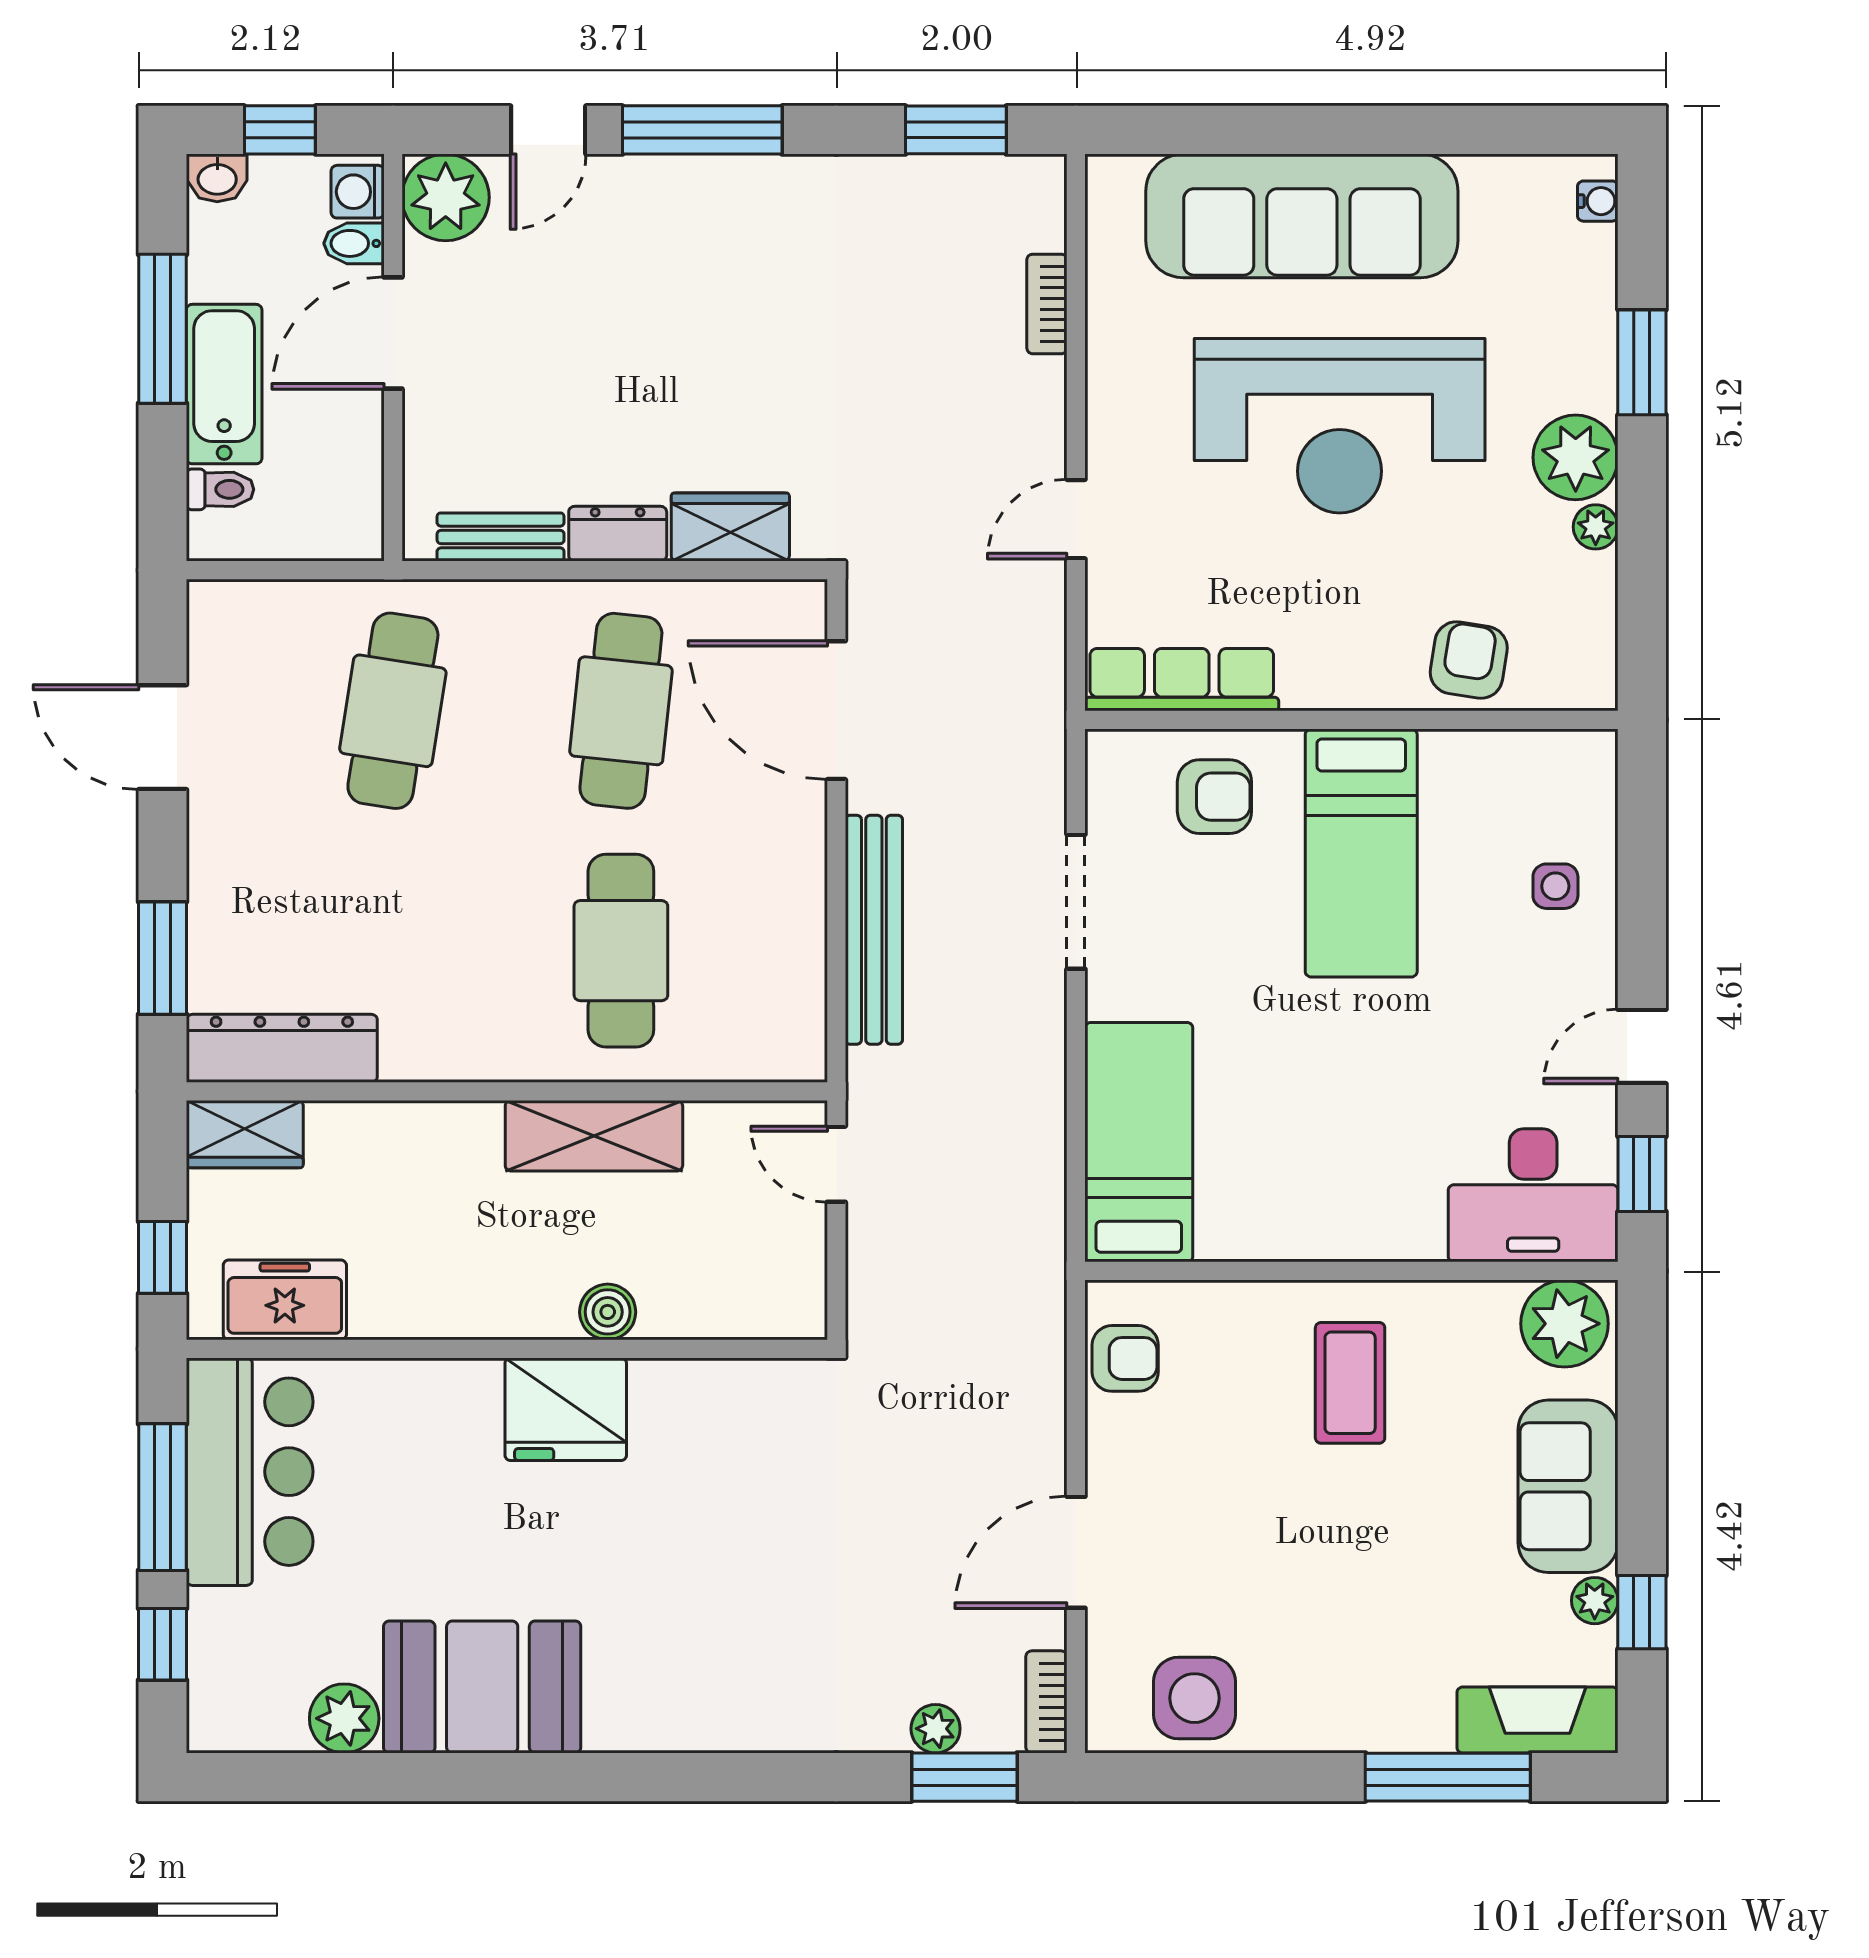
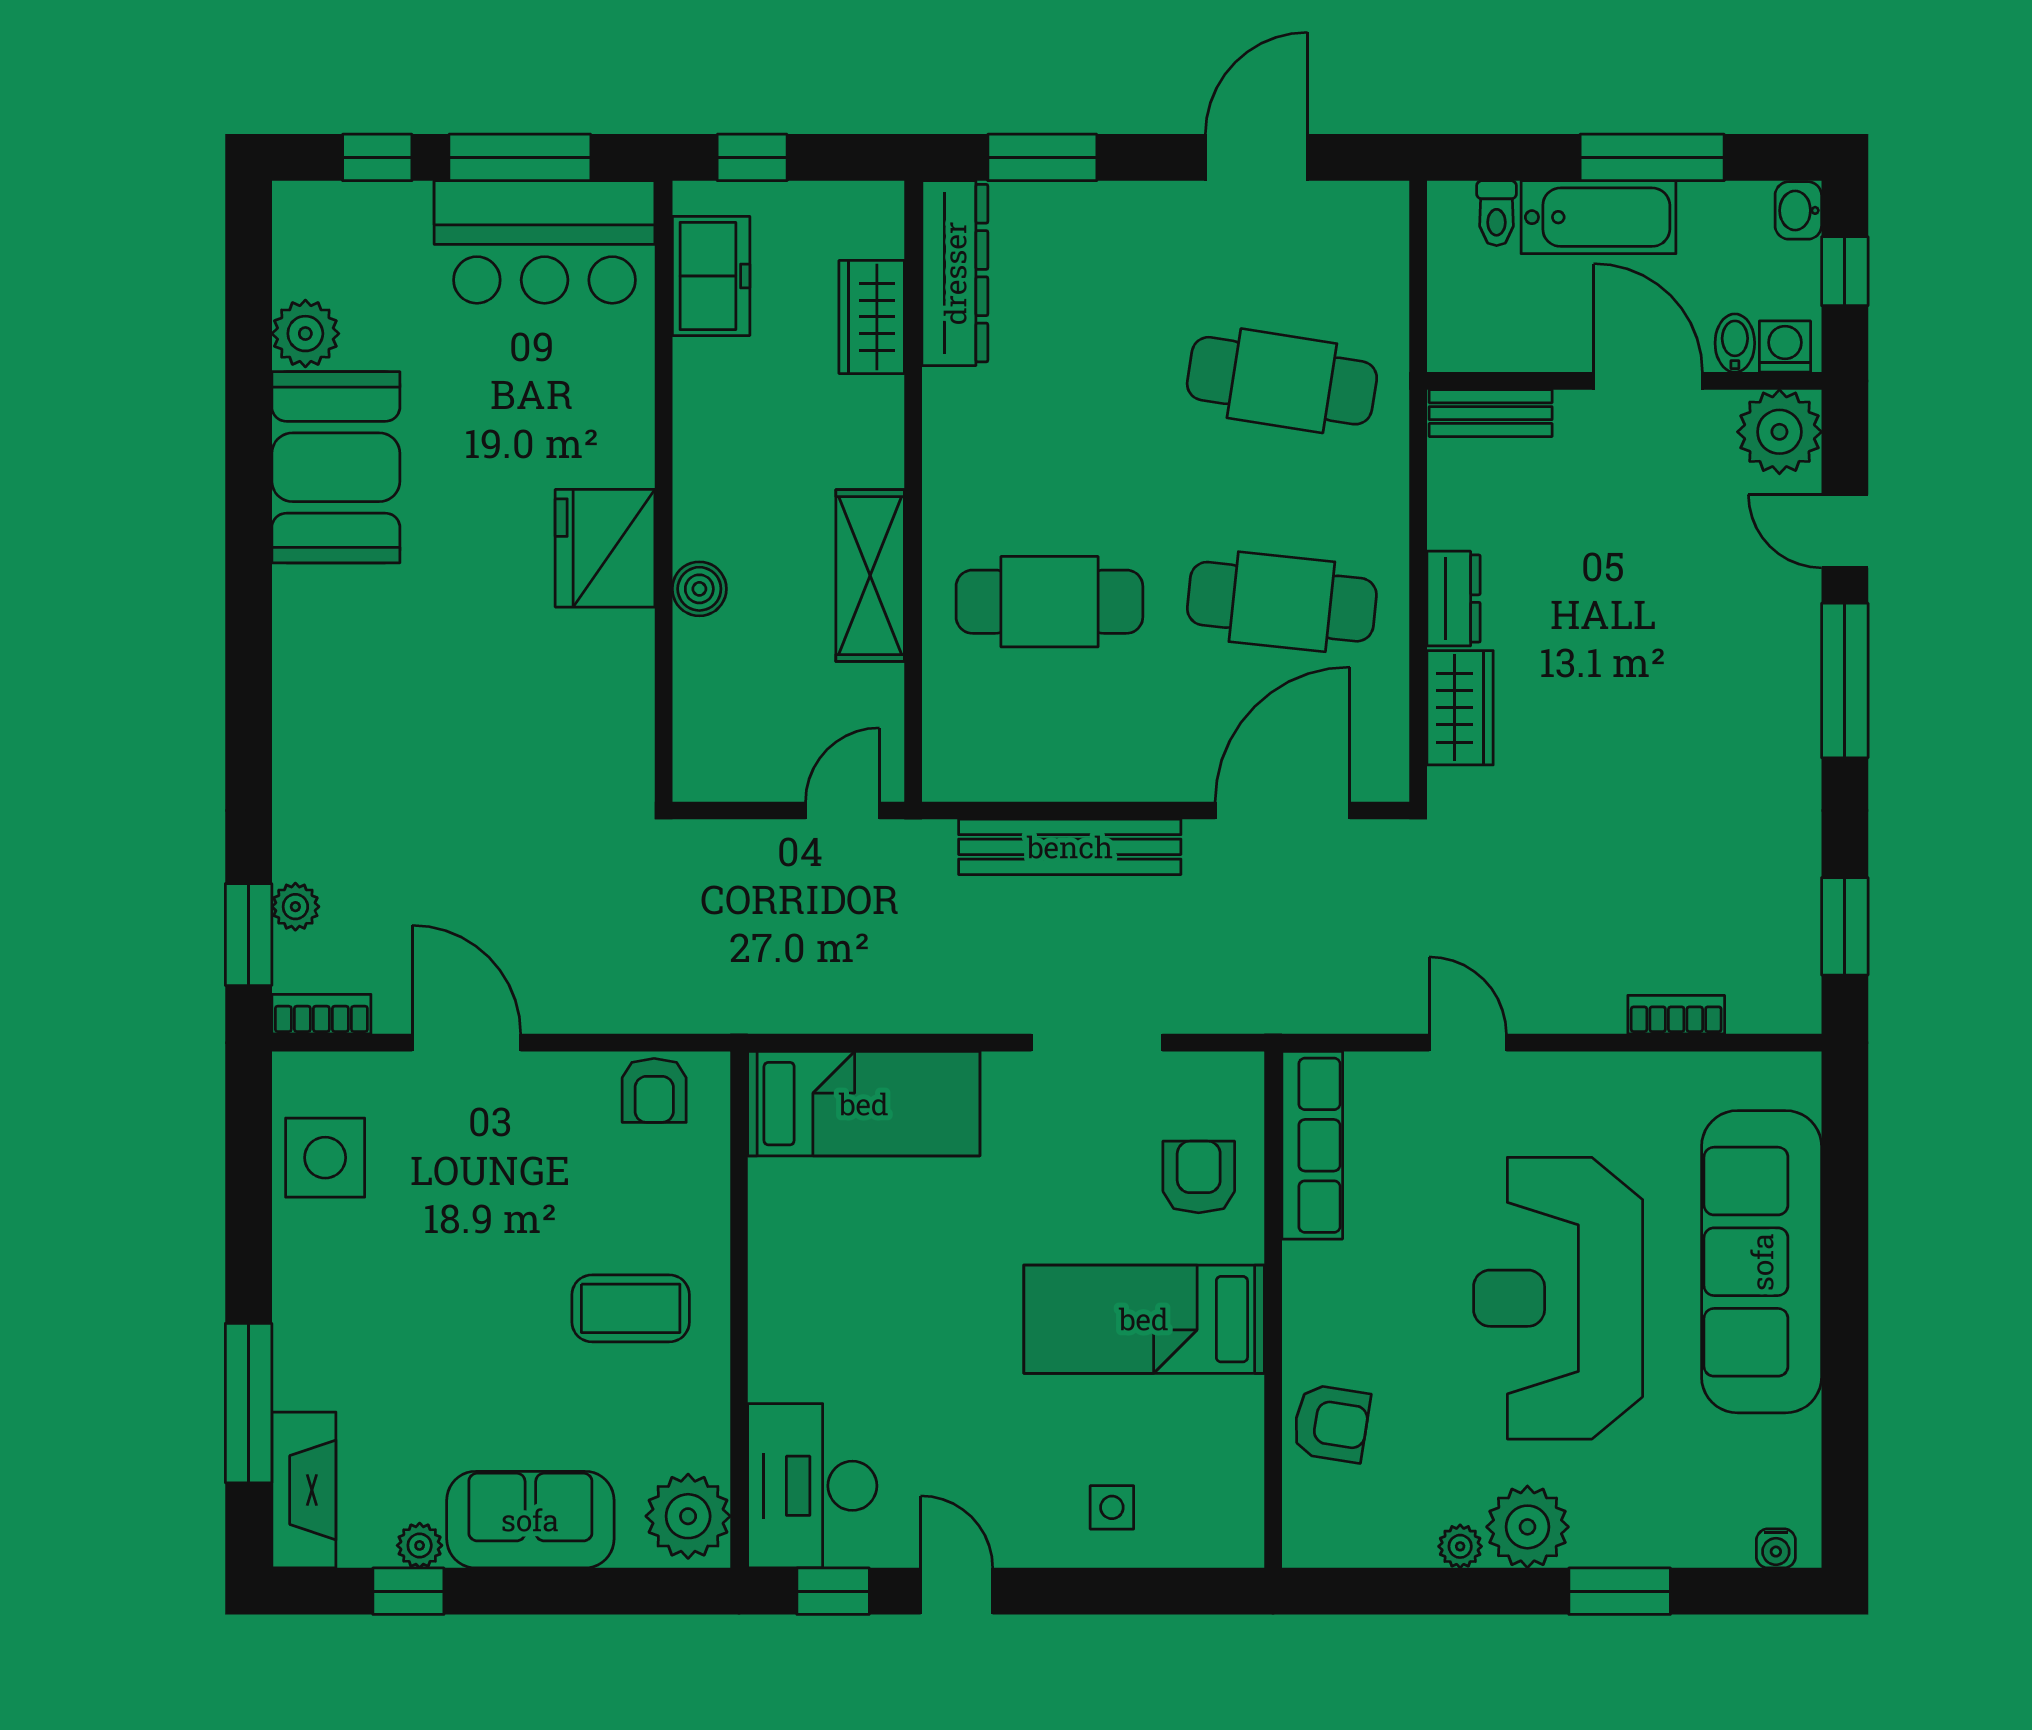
bench: (501, 537) -> (1491, 413), moved, turned 90
armchair: (1214, 797) -> (1199, 1177), turned 180
wardrobe: (245, 1134) -> (872, 317), moved

